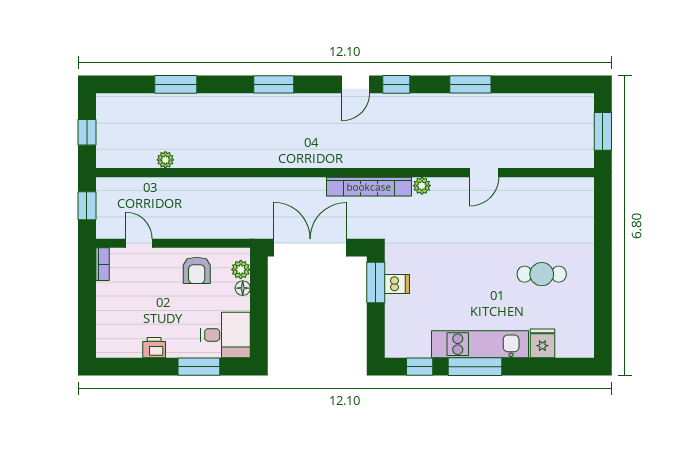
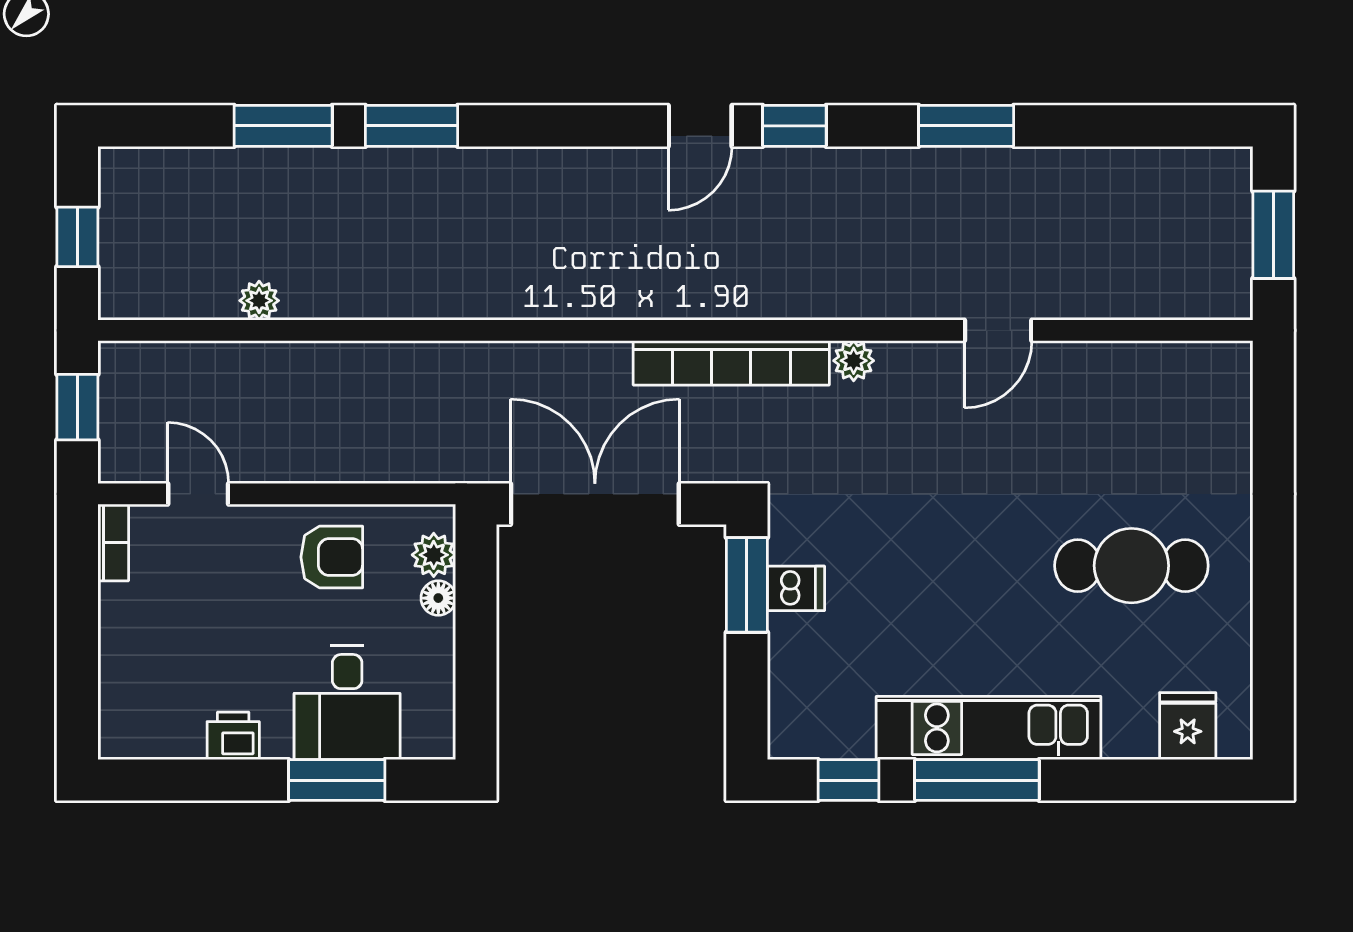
window: (274, 84) -> (412, 126), moved
armchair: (197, 270) -> (332, 557), turned -90
cafe table: (542, 274) -> (1131, 566), width x1.37, depth x1.35
desk: (225, 335) -> (347, 702), moved, turned 90
fridge: (542, 343) -> (1188, 726), moved

